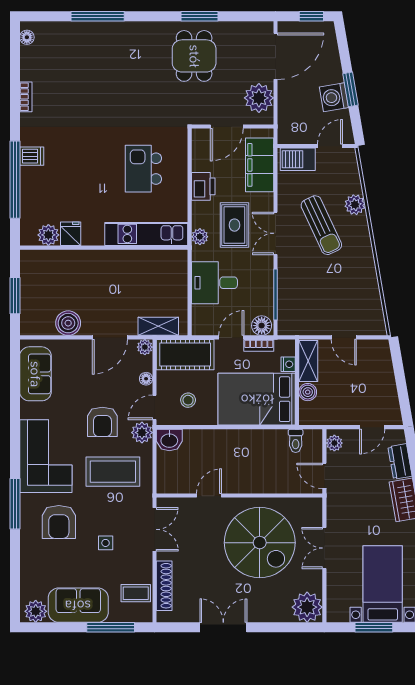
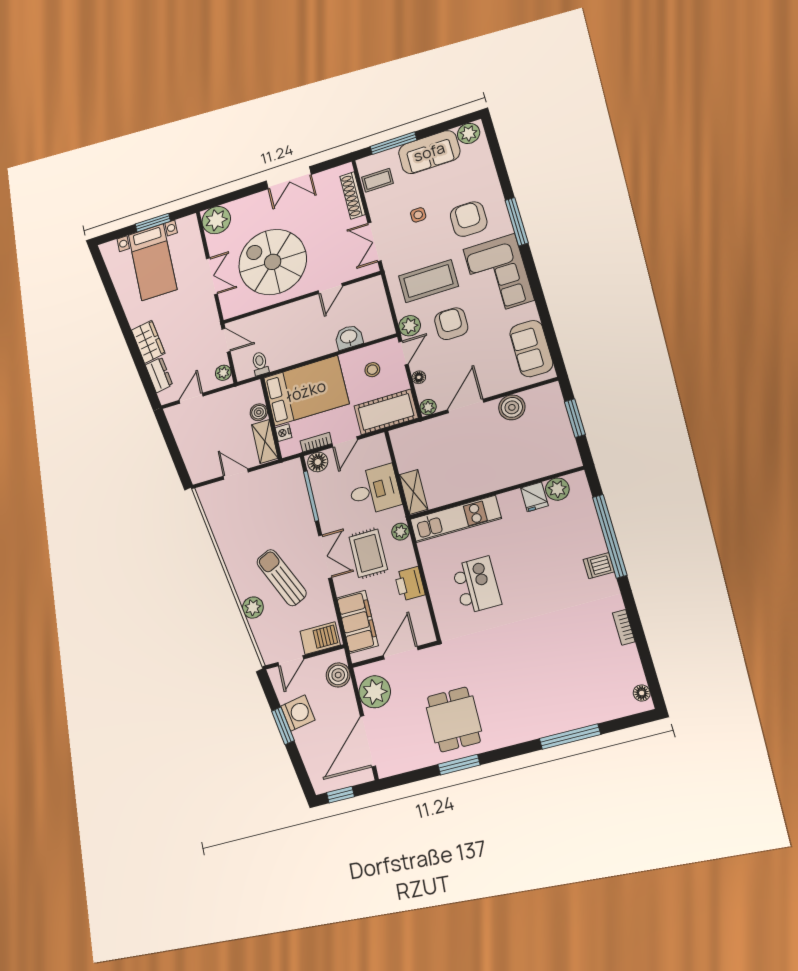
boiler: (289, 122) -> (338, 675), added
shelving: (158, 326) -> (413, 492), moved, turned 90
washbasin: (169, 440) -> (349, 337), moved

